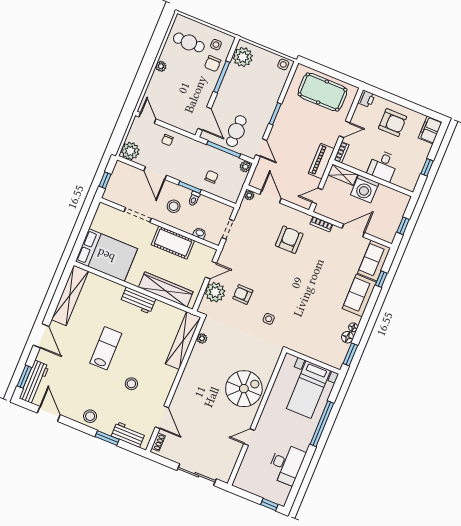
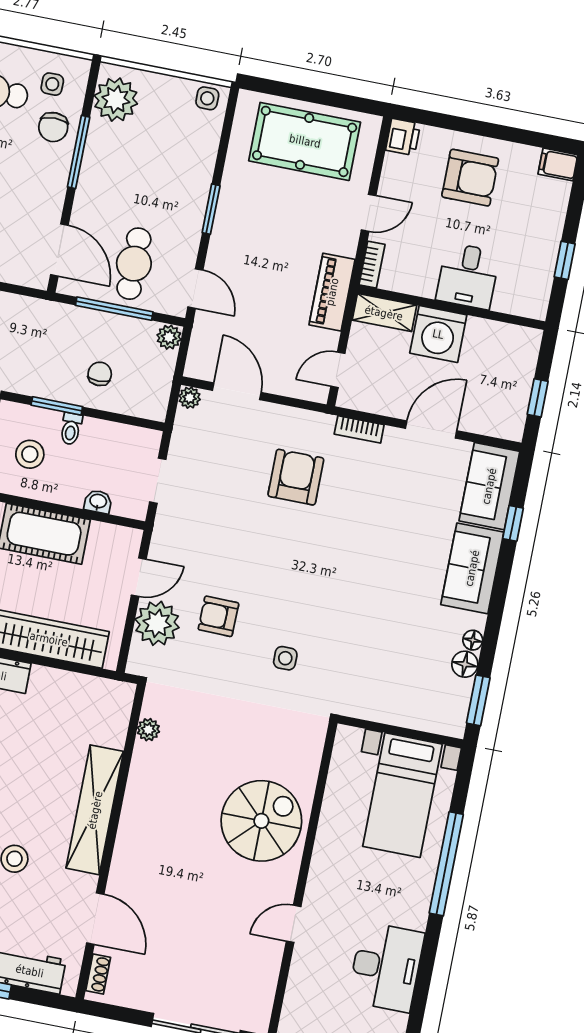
filing cabinet: (430, 130) -> (558, 164), width x0.50
shelving: (183, 341) -> (95, 810), moved

